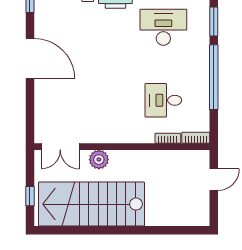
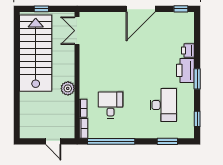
window: (214, 77) -> (111, 141), moved
plant: (99, 160) -> (68, 88), moved

